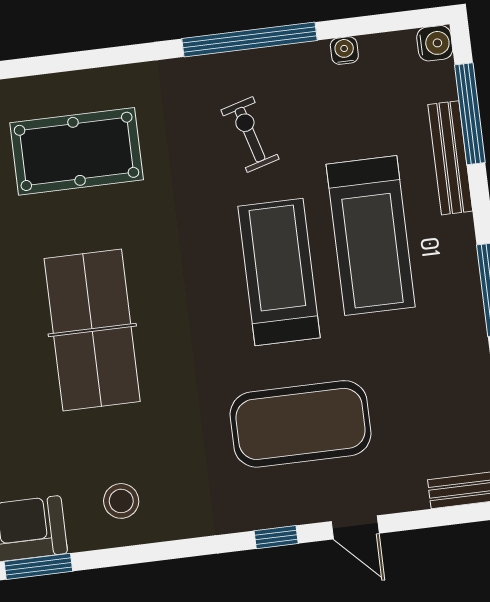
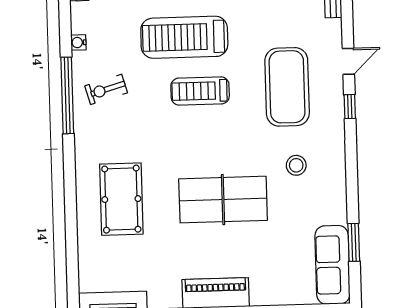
exercise bike: (250, 135) -> (106, 89), moved
treadmill: (371, 236) -> (184, 37), turned 180
treadmill: (279, 272) -> (200, 91), width x0.73, depth x0.73
stool: (121, 501) -> (296, 165), moved

